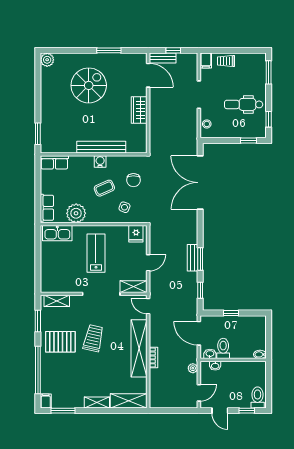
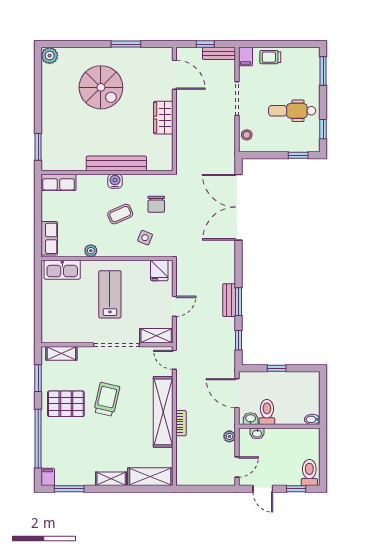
bench: (163, 58) -> (219, 53), moved
spiral stairs: (89, 85) -> (101, 87), turned 90
plant: (76, 213) -> (91, 251), width x0.53, depth x0.53

